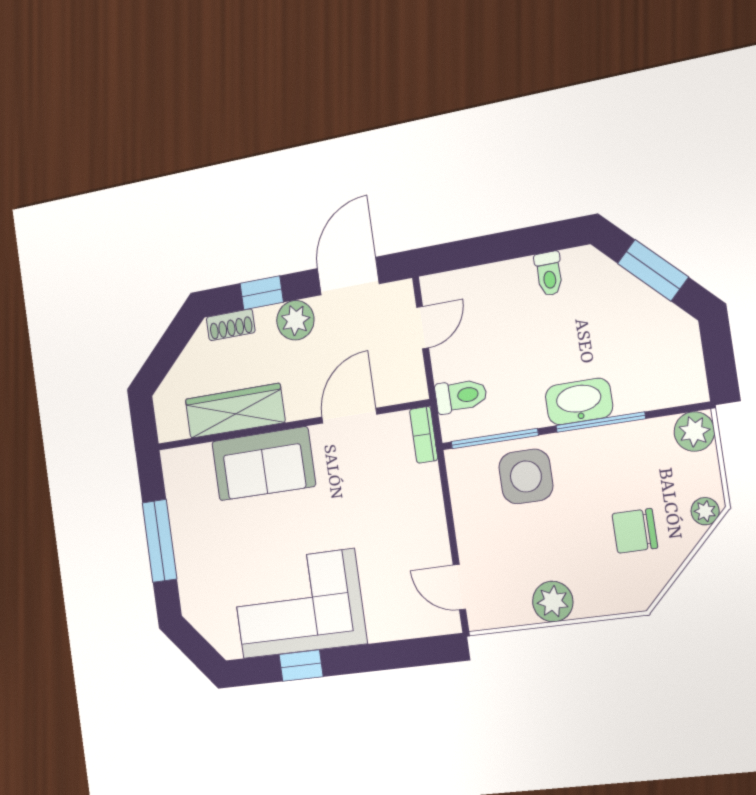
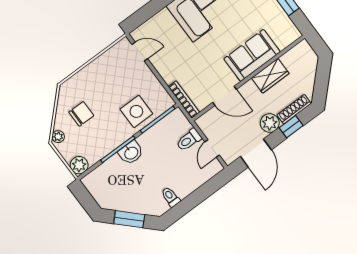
shoe rack: (231, 325) -> (294, 109), width x1.43
toilet: (461, 396) -> (189, 140), moved
washbasin: (579, 401) -> (131, 153), width x0.72
wardrobe: (235, 411) -> (270, 76), width x0.67
door: (349, 416) -> (225, 96), hinge flipped
bookcase: (424, 435) -> (184, 99), width x1.56
plant: (553, 602) -> (99, 68), removed

